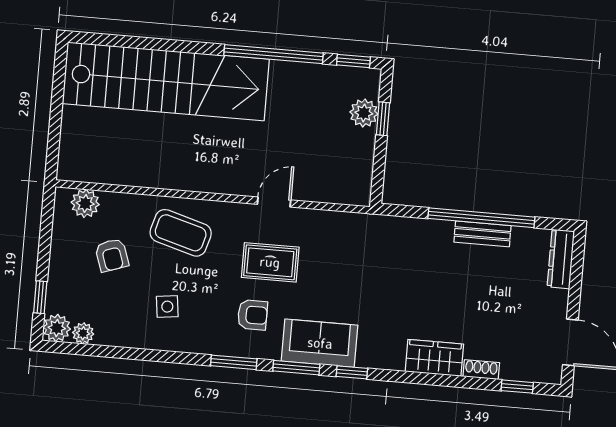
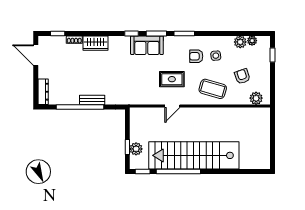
stairs: (166, 81) -> (194, 155), moved
bench: (482, 234) -> (92, 100), moved
armchair: (252, 315) -> (196, 56), moved
plant: (57, 328) -> (240, 42), moved

